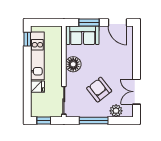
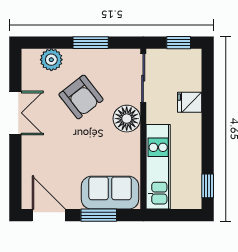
kitchen unit: (37, 56) -> (158, 167), moved, turned 180
floor lamp: (73, 64) -> (127, 119), moved
double door: (136, 92) -> (15, 113), moved
window: (94, 120) -> (91, 43), width x0.69

